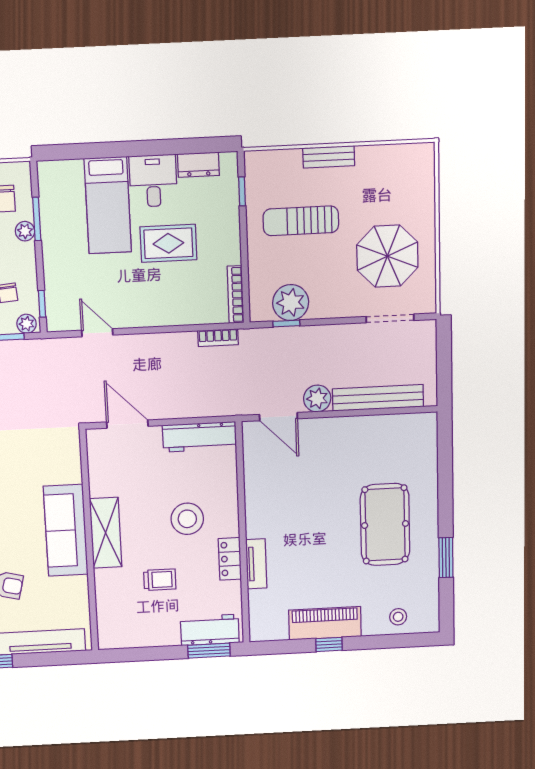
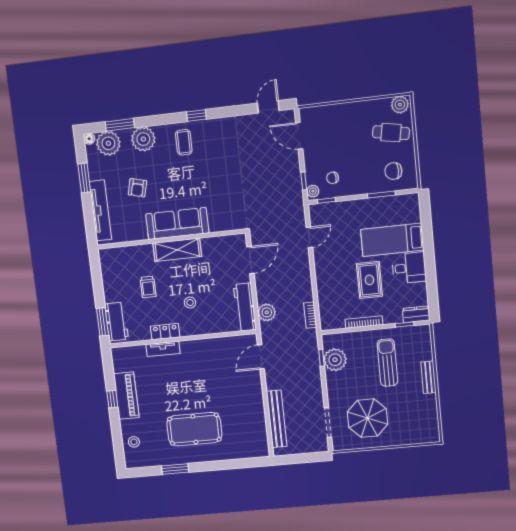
dresser: (198, 165) -> (416, 314), moved, turned 90
plant: (25, 231) -> (373, 187), removed
bookcase: (236, 295) -> (364, 322), moved
plant: (317, 399) -> (267, 312), moved
stool: (187, 519) -> (190, 303), width x0.53, depth x0.53

